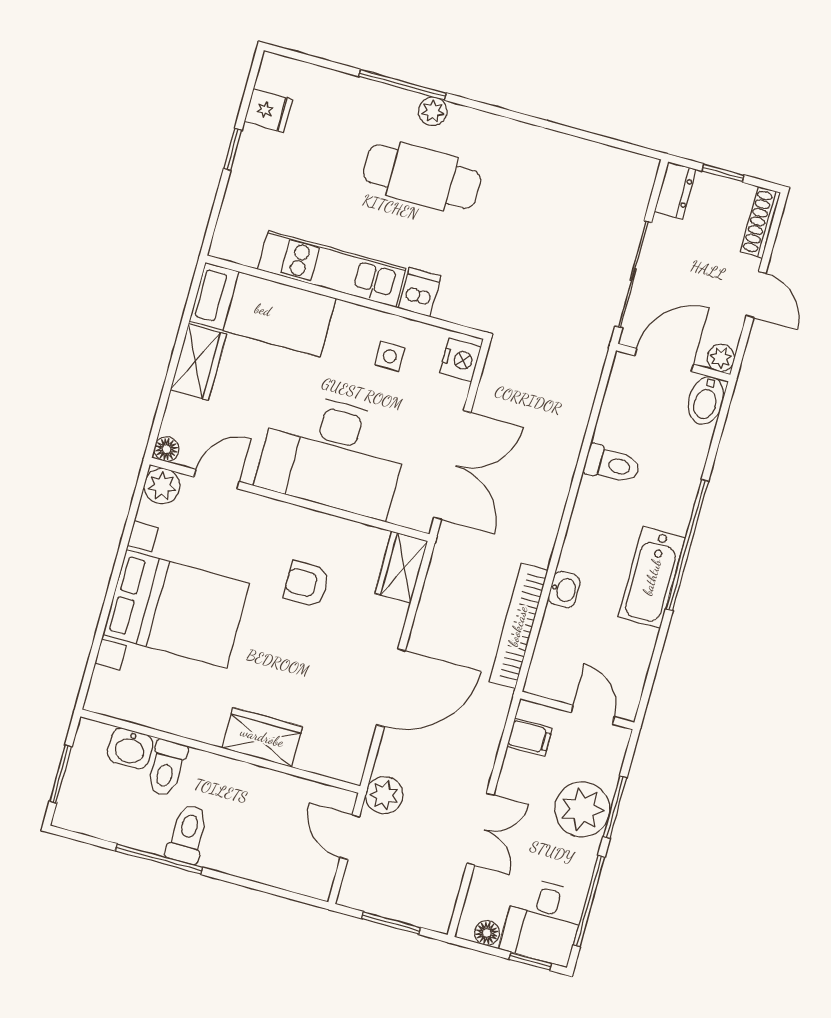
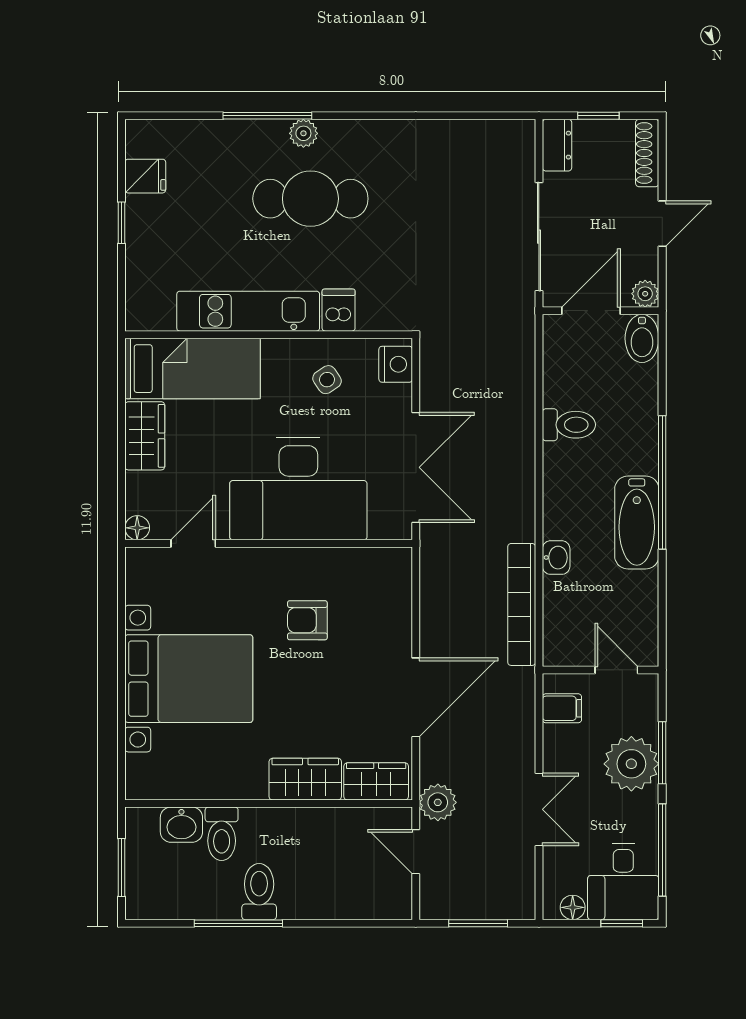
door: (756, 295) -> (662, 224), hinge flipped
side table: (390, 356) -> (327, 380), turned -34
plant: (162, 486) -> (143, 565), removed
wardrobe: (401, 567) -> (376, 781), moved, turned 90

